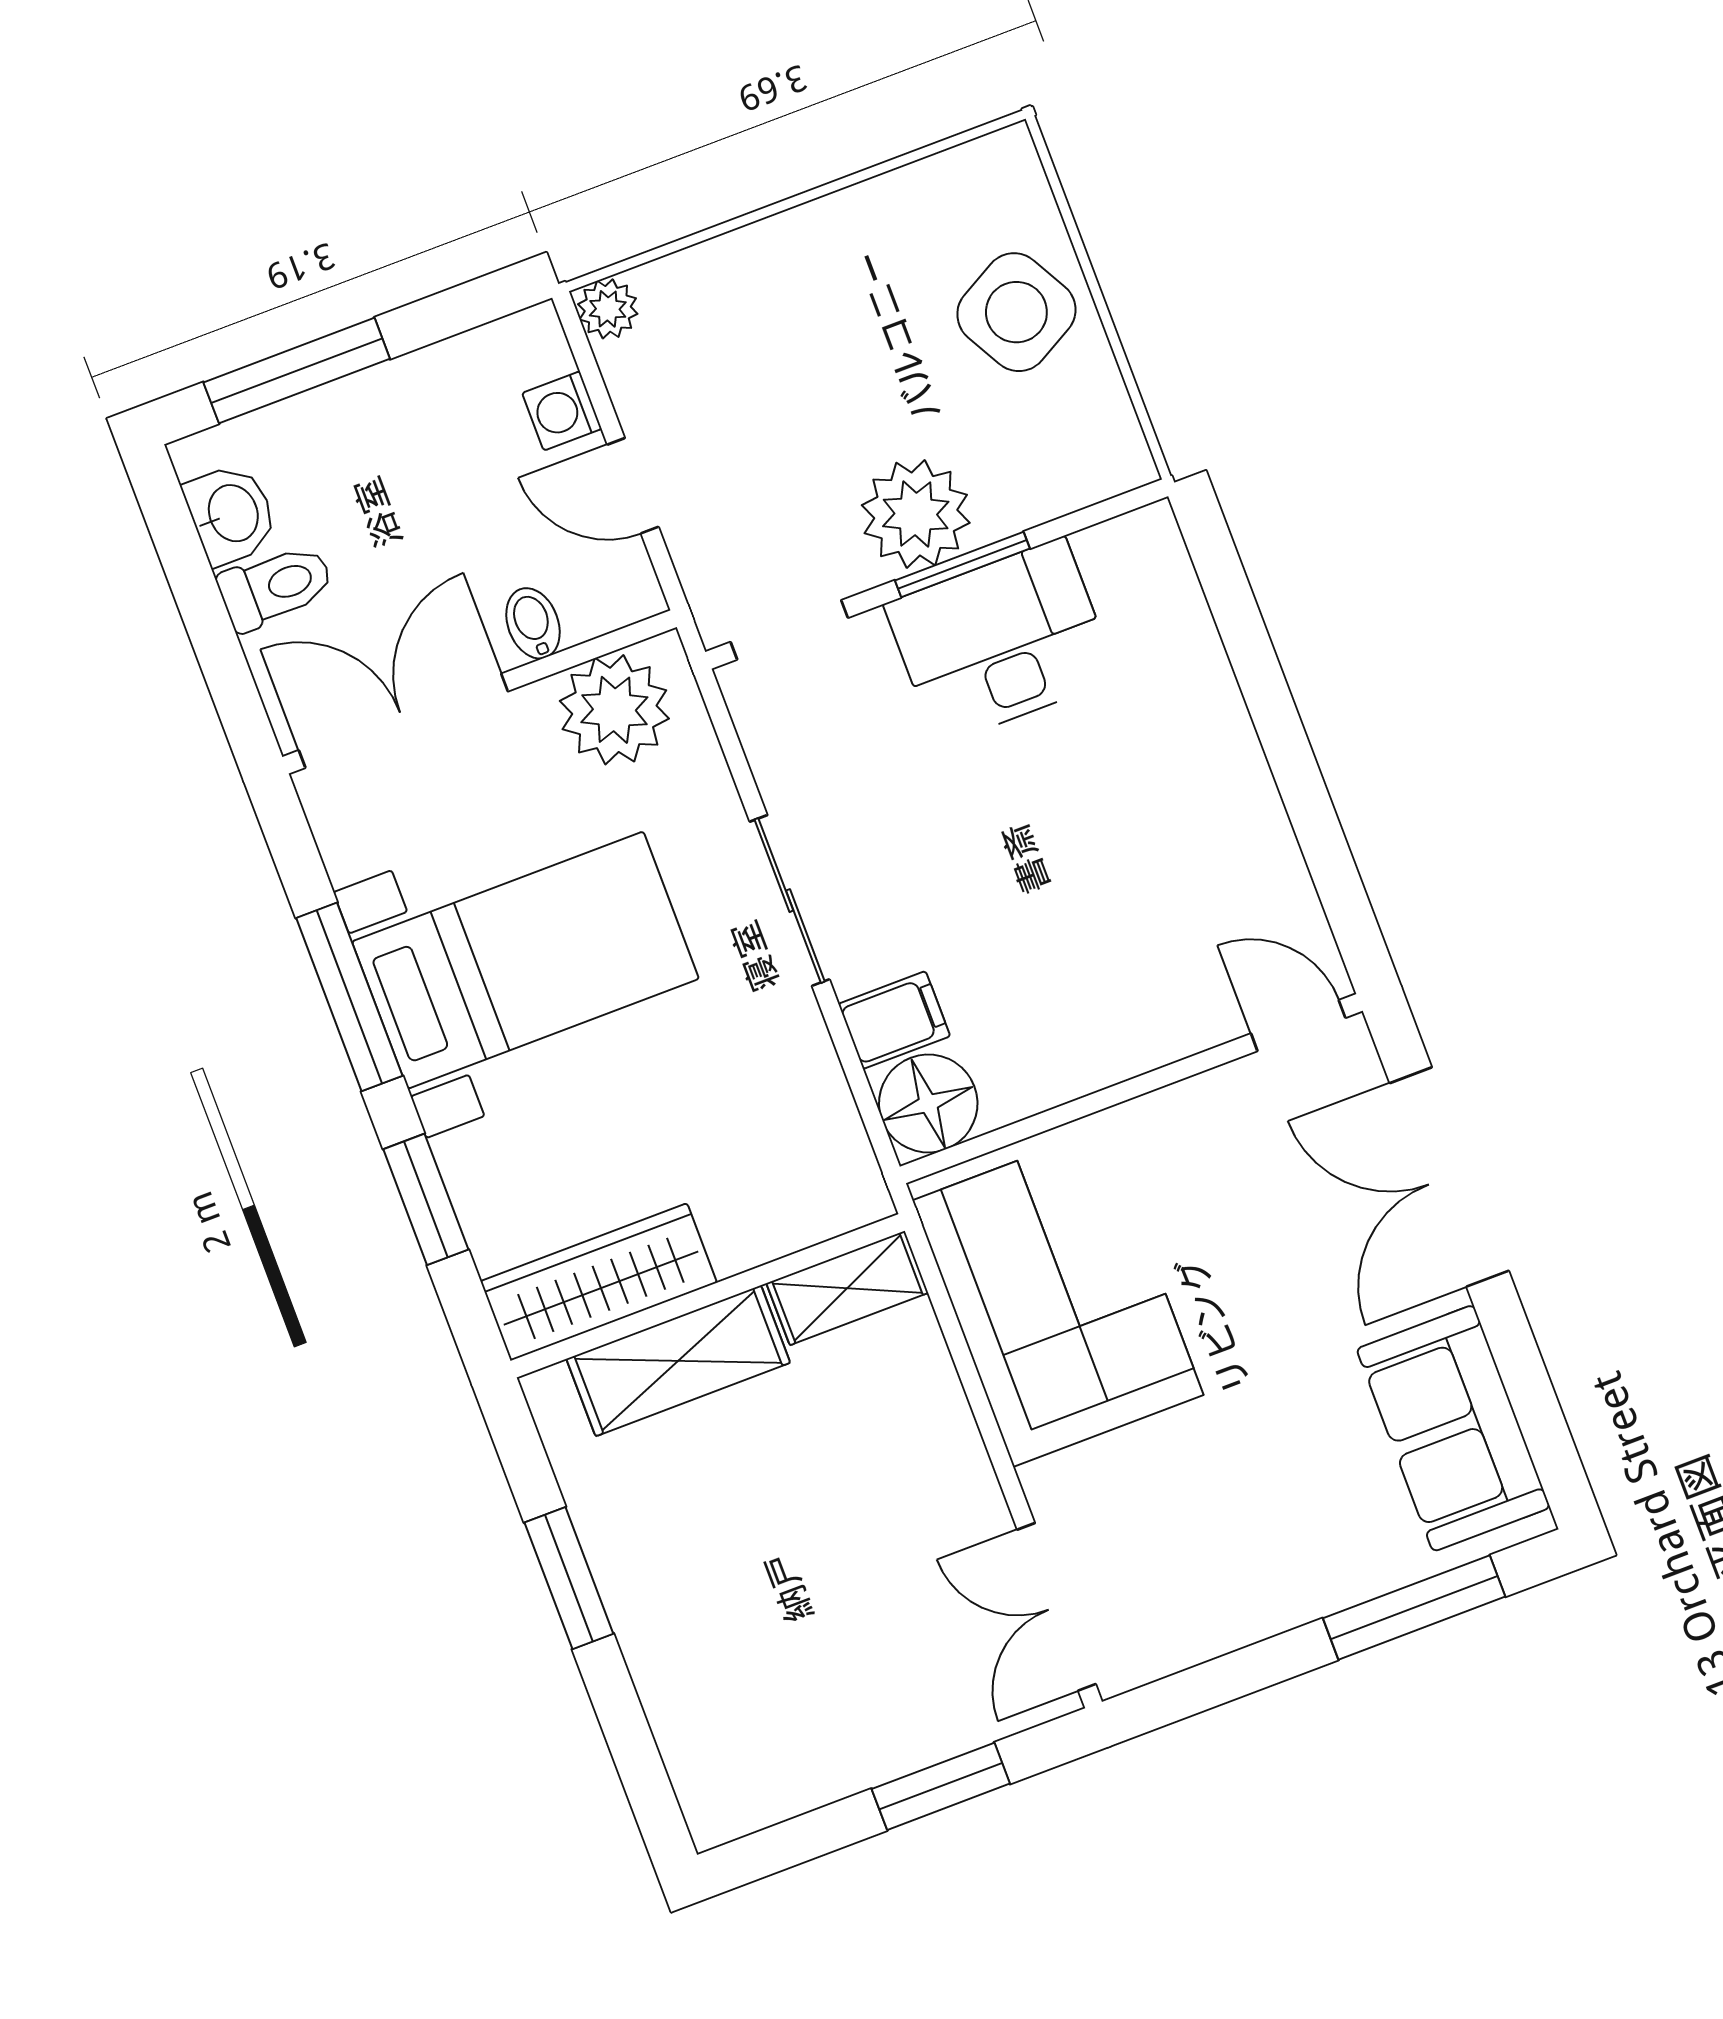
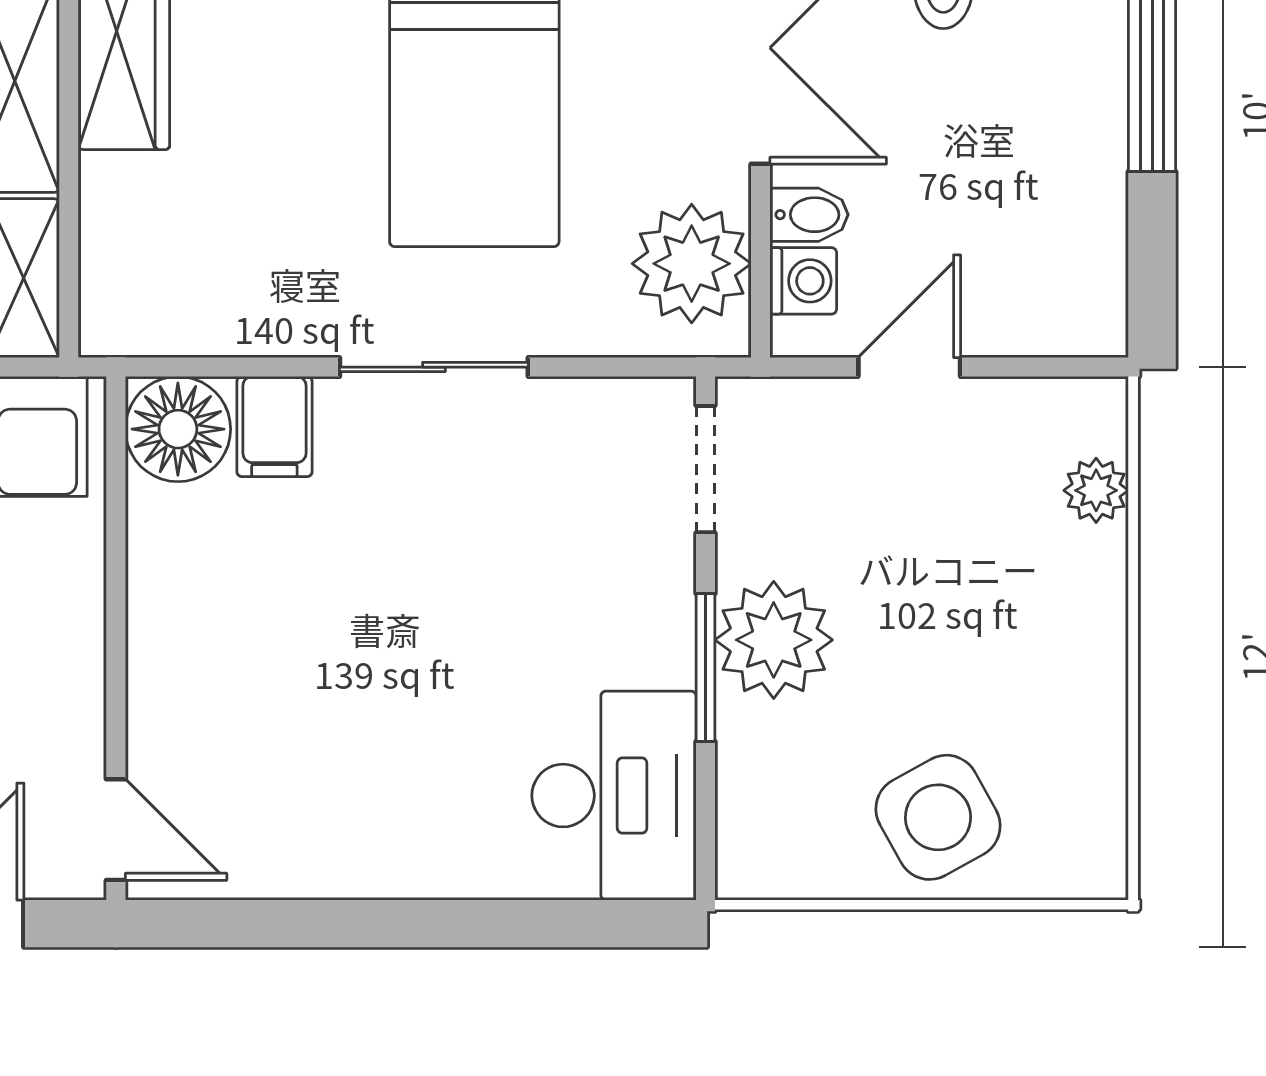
plant: (608, 309) -> (1096, 490), moved
washing machine: (562, 411) -> (803, 281), moved, turned 90
desk: (1001, 641) -> (614, 796), moved
door: (1298, 1026) -> (116, 830), hinge flipped

